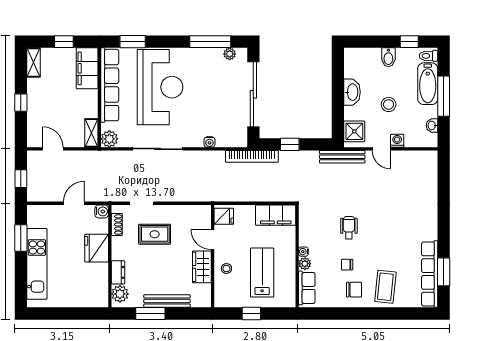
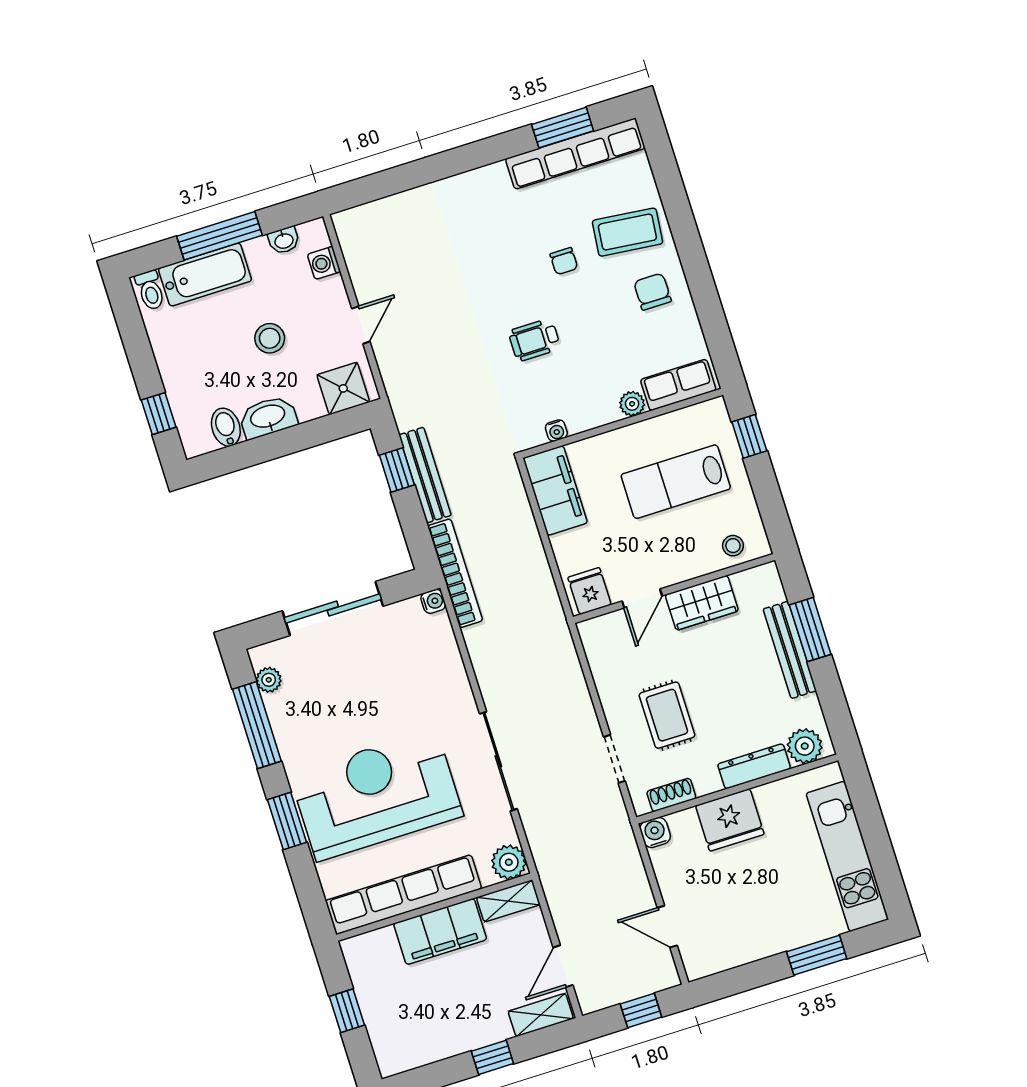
window: (133, 42) -> (287, 821), moved
window: (409, 42) -> (159, 414), moved
bidet: (388, 57) -> (226, 427), moved, turned -90
shelving: (33, 62) -> (541, 1015), moved
filing cabinet: (87, 68) -> (440, 932), moved
sliding door: (253, 94) -> (333, 609), width x0.73
washing machine: (397, 141) -> (324, 263), moved
water cooler: (209, 142) -> (433, 601), moved
window: (290, 144) -> (397, 470), moved
bench: (342, 157) -> (425, 475), moved
door: (74, 203) -> (667, 927), moved
window: (21, 238) -> (817, 955), moved
water cooler: (303, 252) -> (556, 431), moved
kitchen unit: (37, 264) -> (847, 856), moved, turned -90
chair: (347, 265) -> (564, 261), moved
stool: (226, 269) -> (733, 546), moved
dresser: (118, 272) -> (754, 766), width x1.44
window: (150, 313) -> (810, 630), moved
window: (251, 313) -> (749, 436), moved

